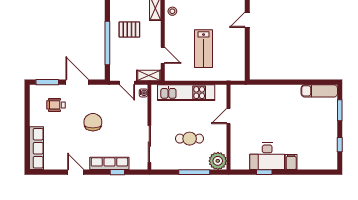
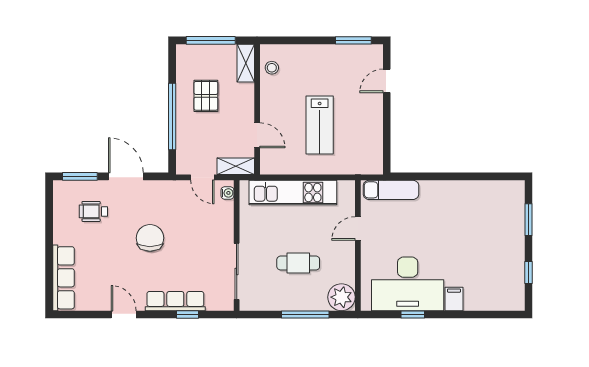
pallet: (129, 30) -> (206, 96), turned 90
exam couch: (319, 91) -> (391, 190), moved
desk: (267, 156) -> (408, 284), width x1.36, depth x1.30

